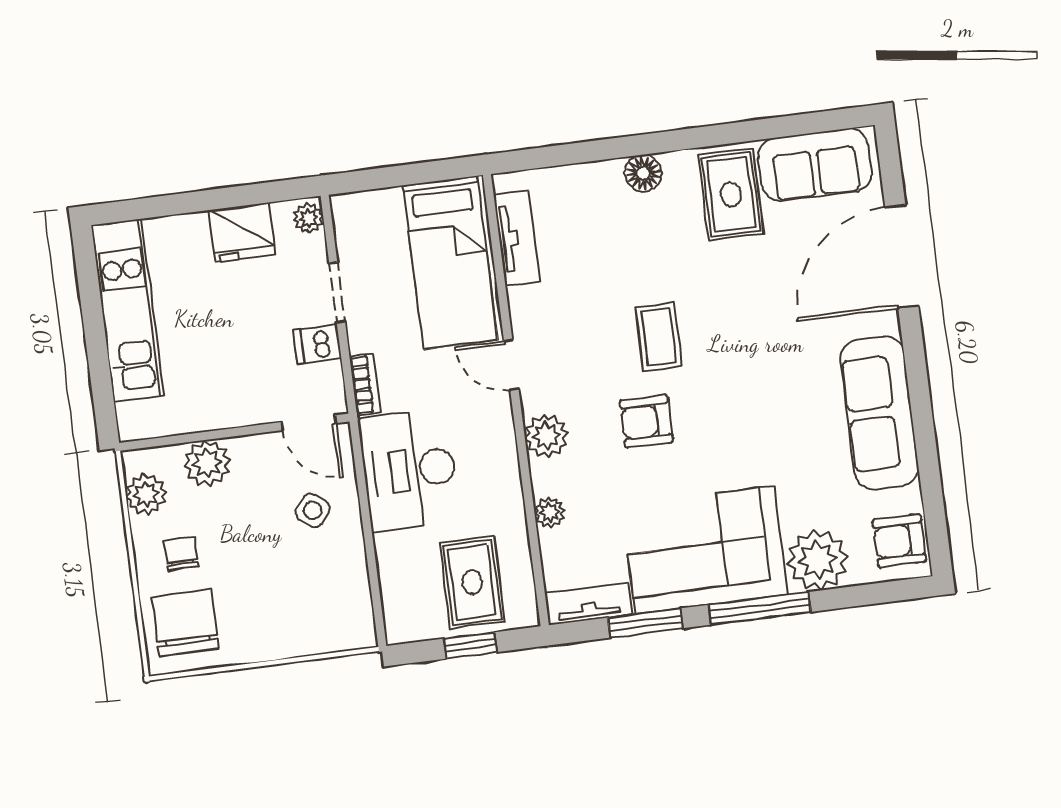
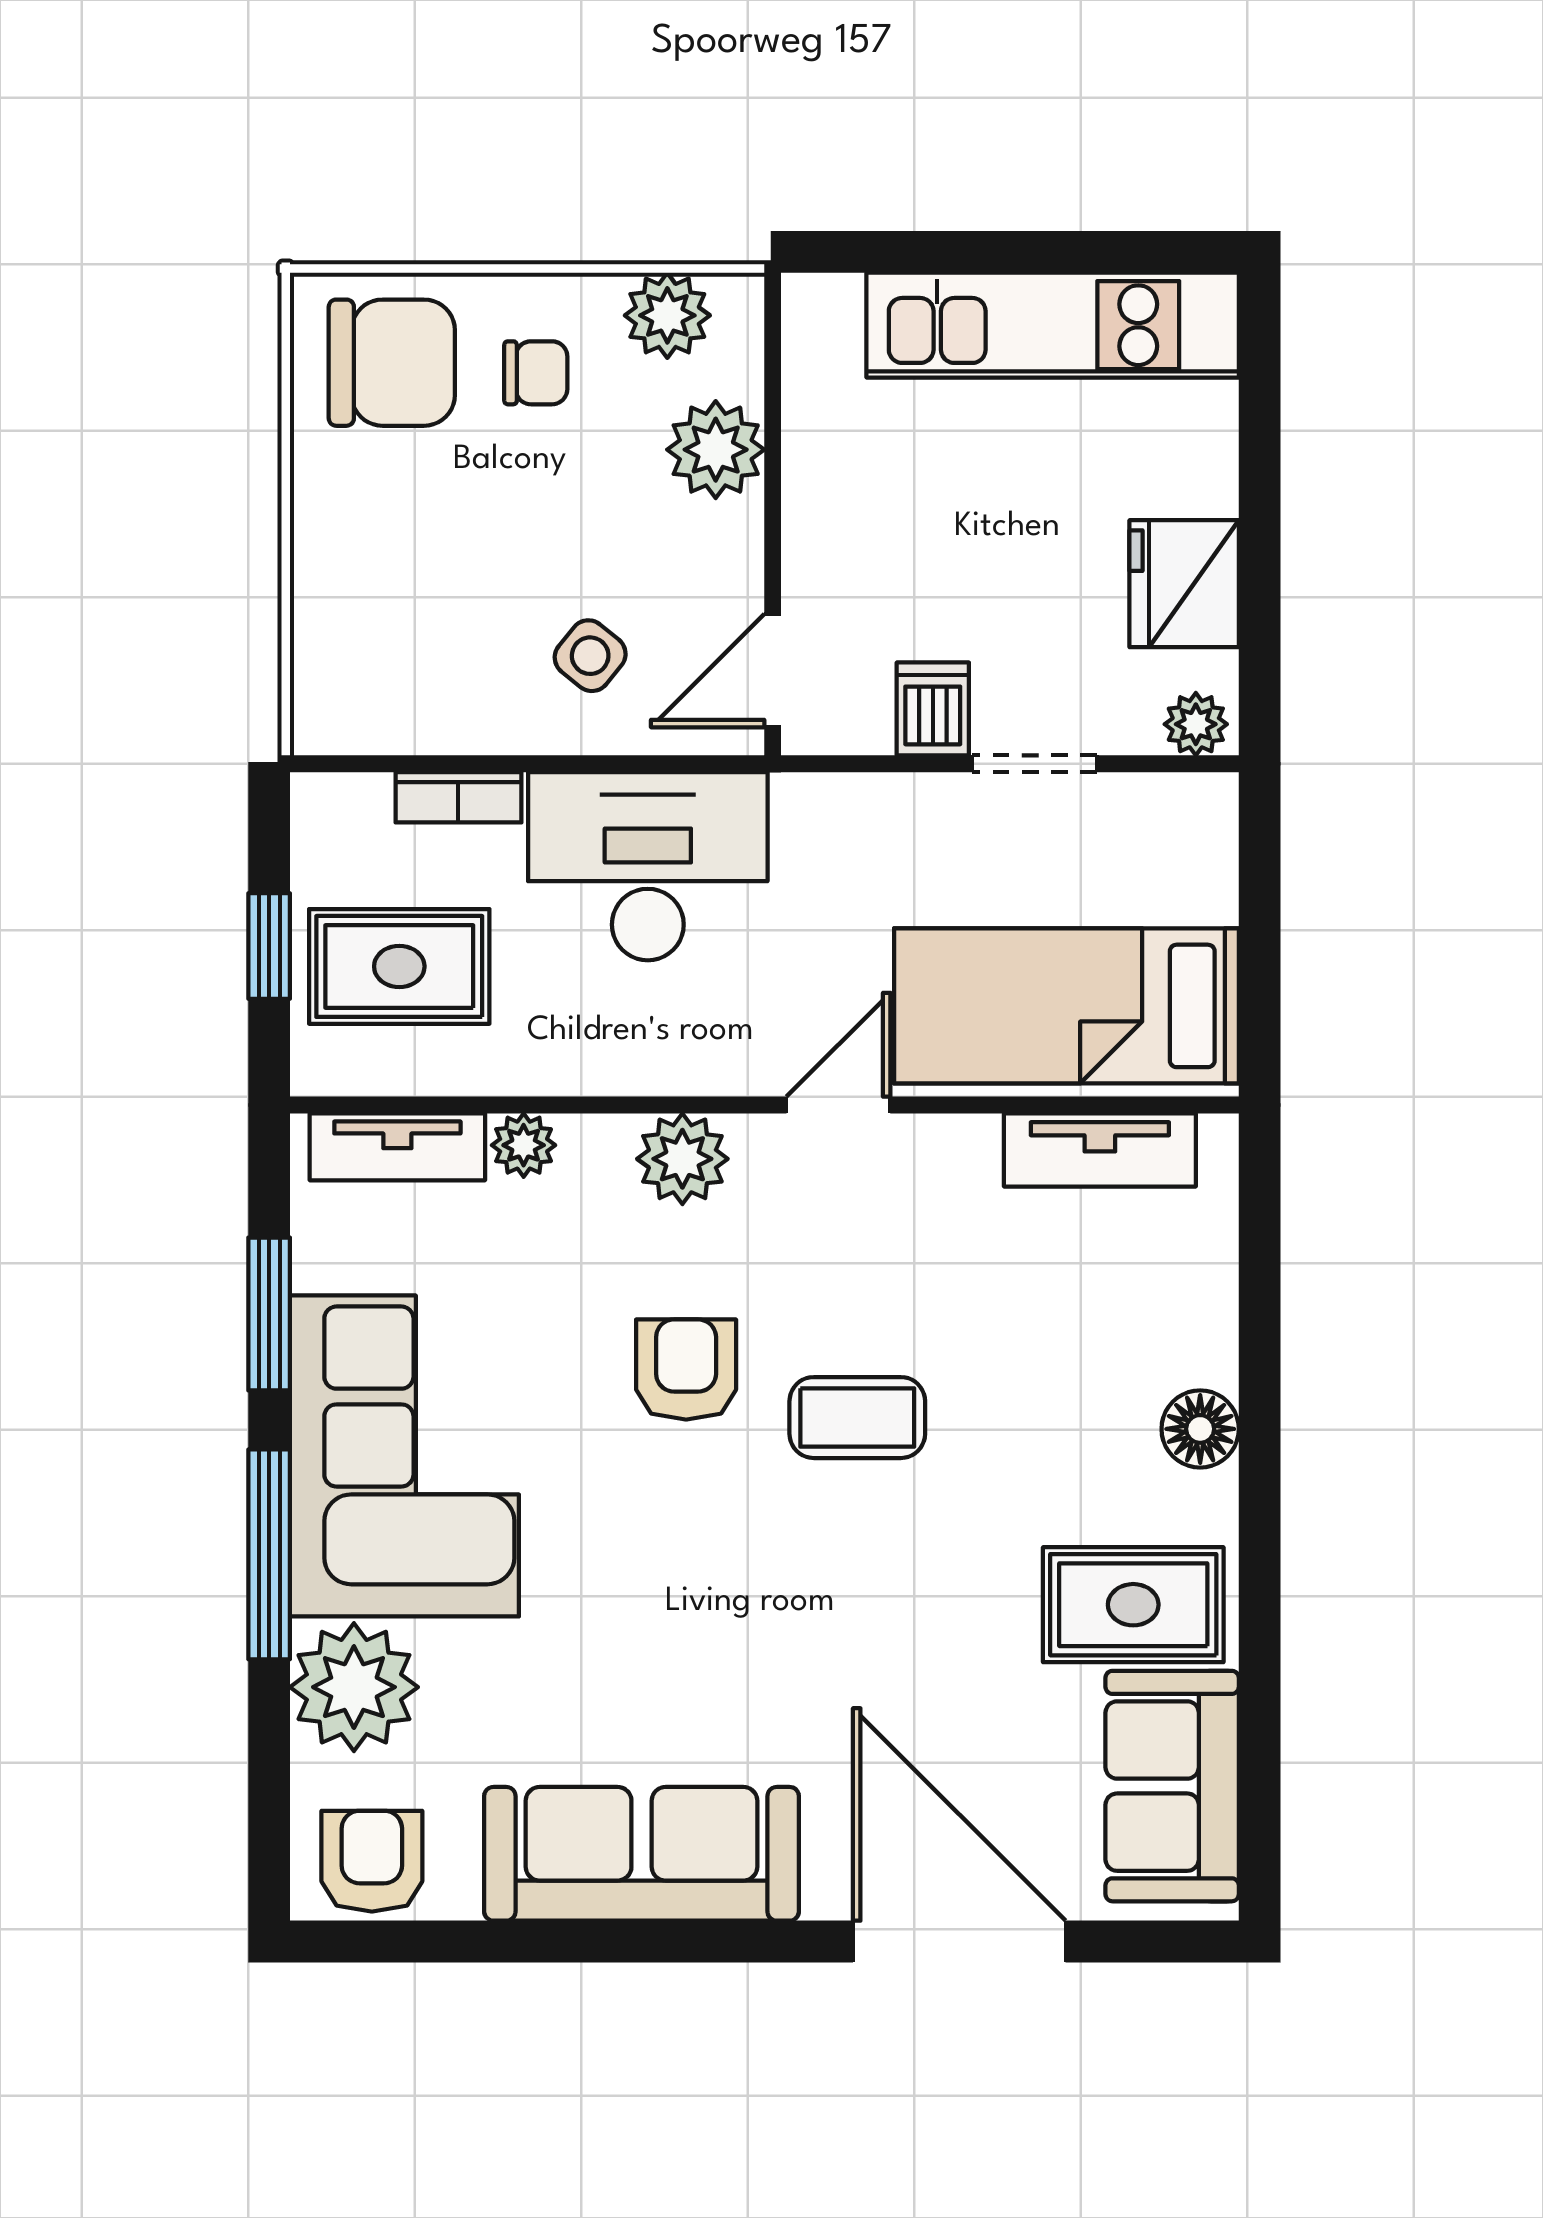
bookcase: (365, 384) -> (458, 797), moved
tv unit: (588, 604) -> (397, 1147), moved, turned 90

